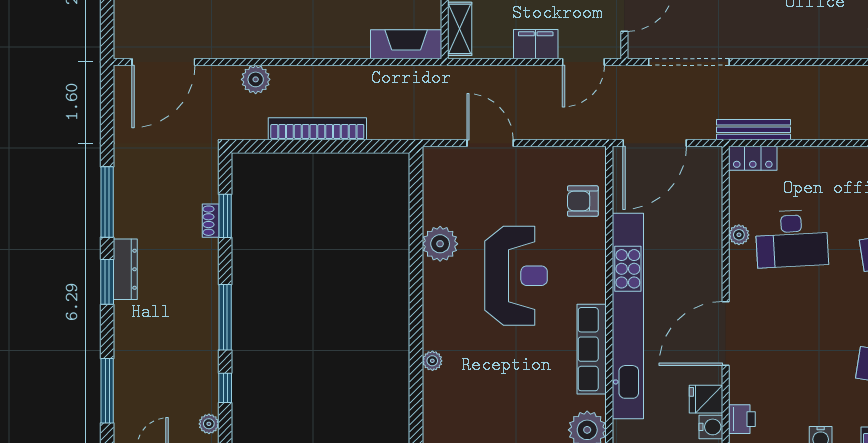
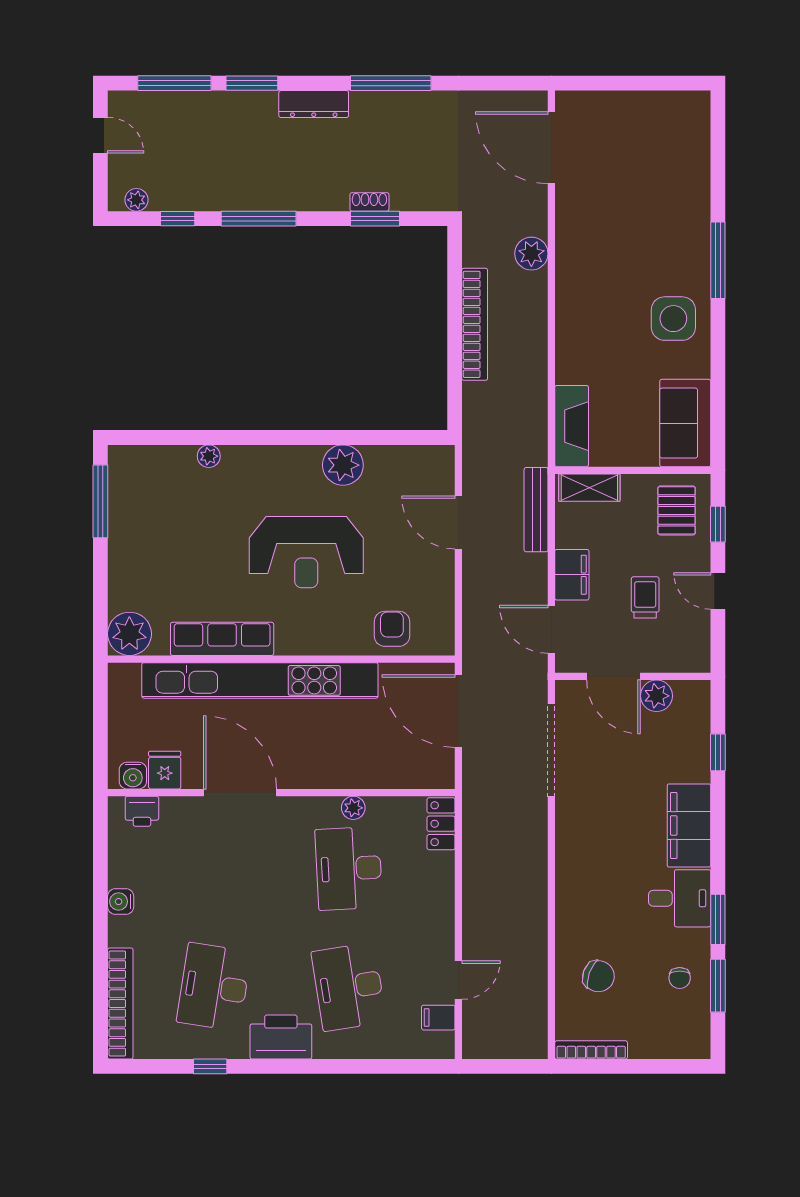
bench: (754, 130) -> (536, 510), moved
door: (490, 143) -> (458, 522), swing flipped
window: (107, 282) -> (252, 83), moved

